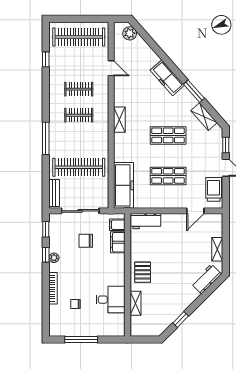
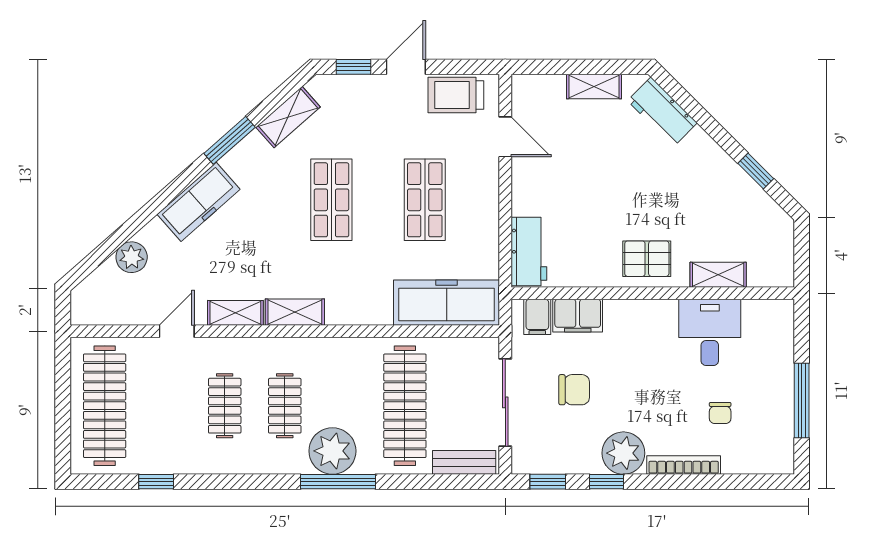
plant: (130, 33) -> (132, 257), moved
shelving: (119, 94) -> (235, 313), added
plant: (59, 136) -> (332, 451), added
chair: (86, 241) -> (574, 390), turned -90
plant: (54, 258) -> (623, 453), width x1.87, depth x1.87

